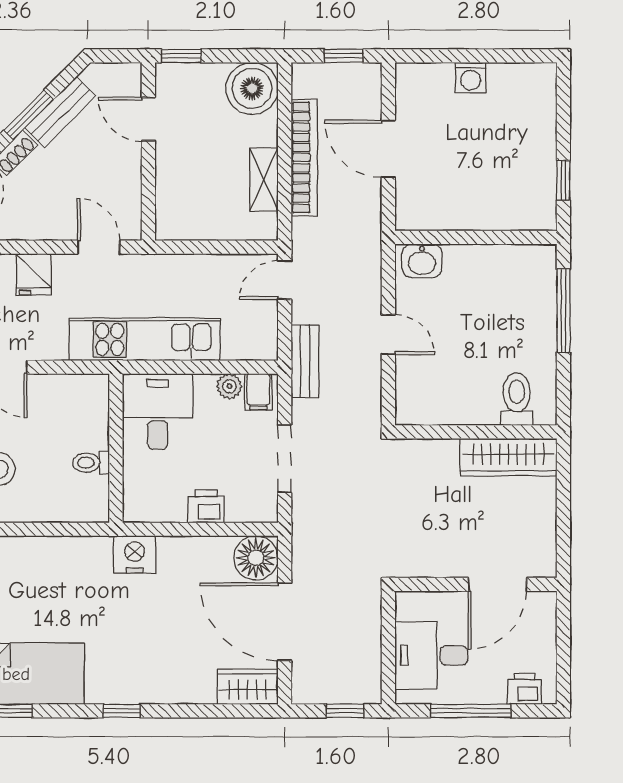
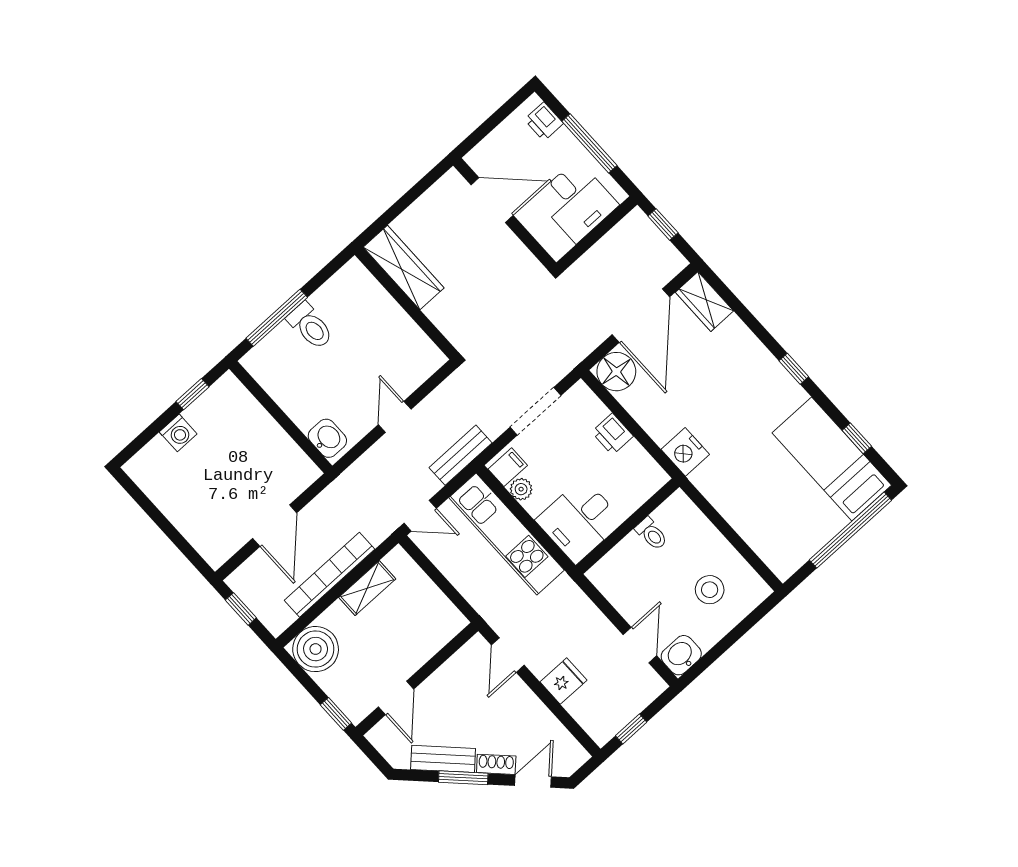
washing machine: (471, 78) -> (178, 433), moved, turned 90
kitchen unit: (145, 339) -> (506, 534), moved
toilet: (517, 399) -> (310, 326), moved, turned -90

